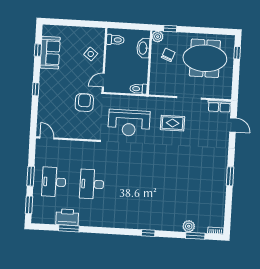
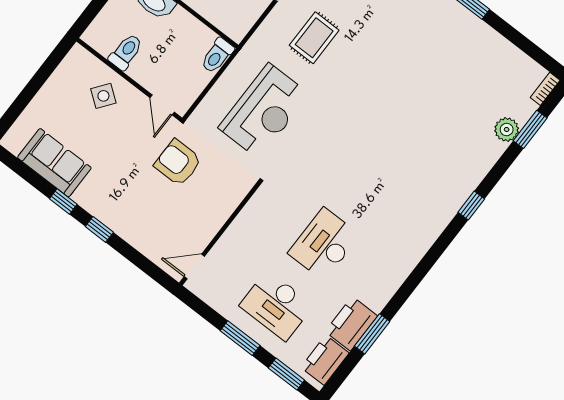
toilet: (115, 40) -> (126, 52), moved
window: (38, 50) -> (63, 202), moved
desk: (92, 184) -> (324, 244), turned 90
printer: (45, 217) -> (325, 360), added

